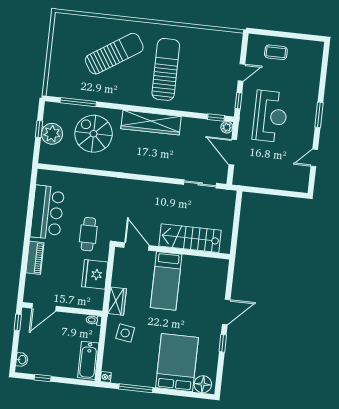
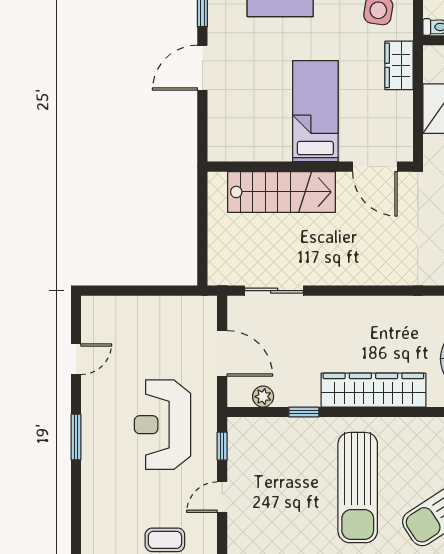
window: (216, 117) -> (304, 412), moved
plant: (227, 127) -> (263, 397), moved

